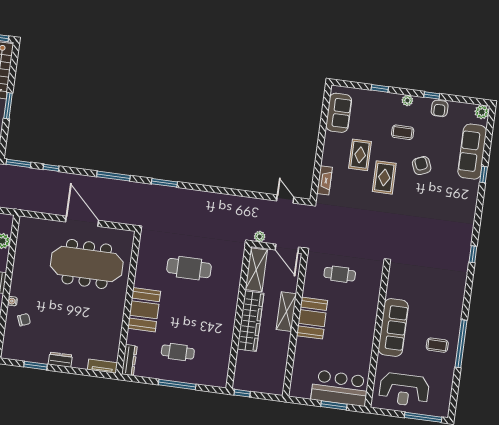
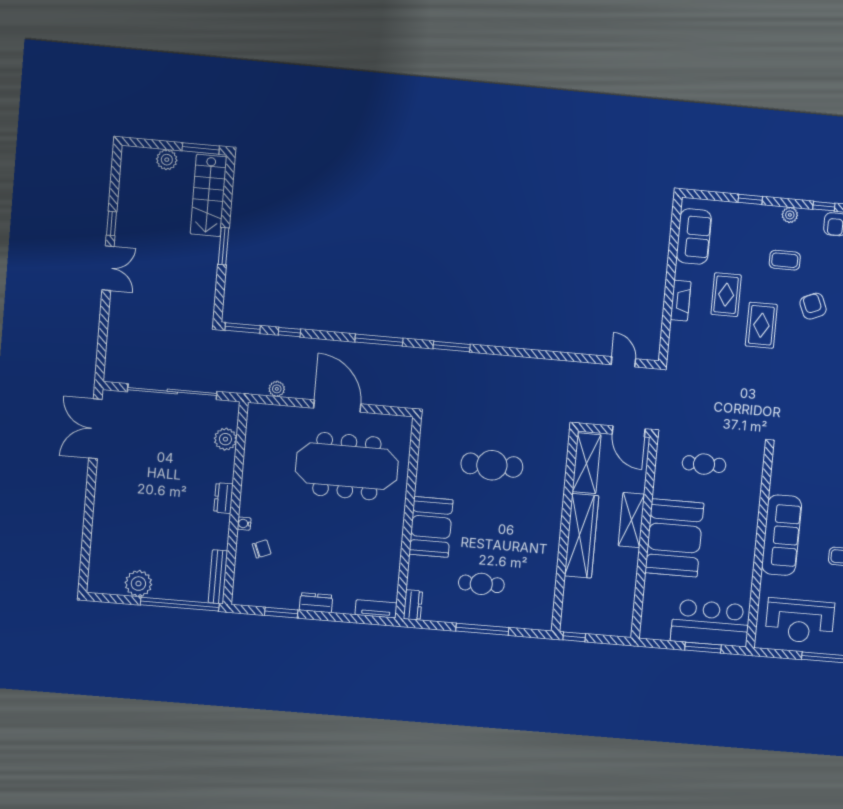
fireplace: (325, 180) -> (681, 301), moved
plant: (260, 236) -> (277, 389), moved
booth: (312, 318) -> (674, 538), width x1.36, depth x1.42
dresser: (129, 360) -> (413, 605), width x0.70

